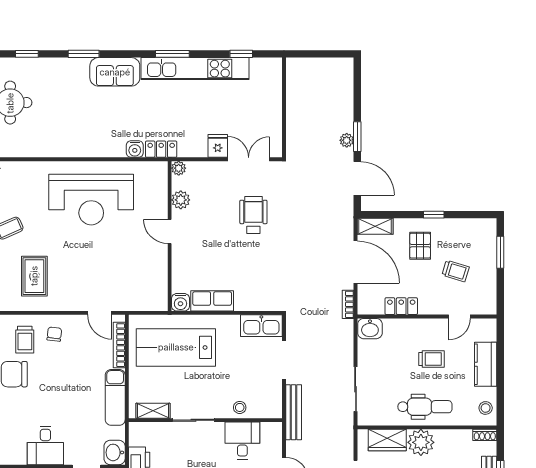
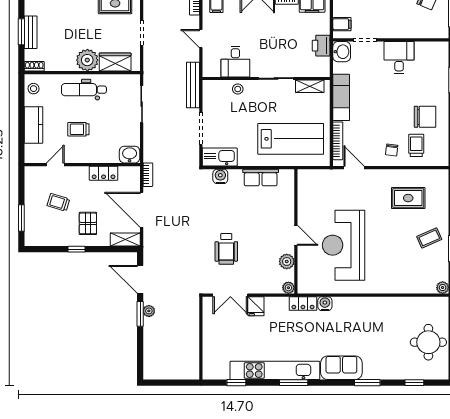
reception desk: (91, 200) -> (344, 245), moved, turned -90
rug: (34, 276) -> (408, 198), turned 90
water cooler: (180, 302) -> (220, 176), moved

